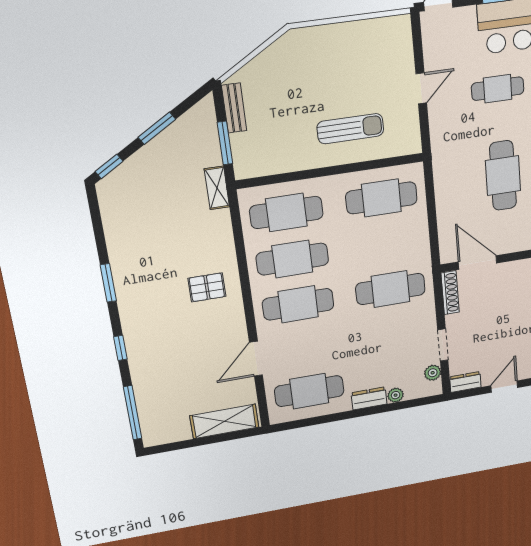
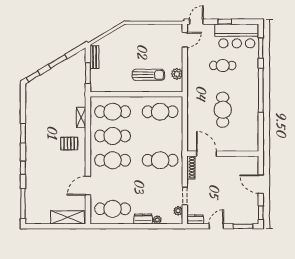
door: (421, 88) -> (185, 40), moved
plant: (408, 118) -> (177, 74), added
shelving: (217, 188) -> (81, 117), moved

